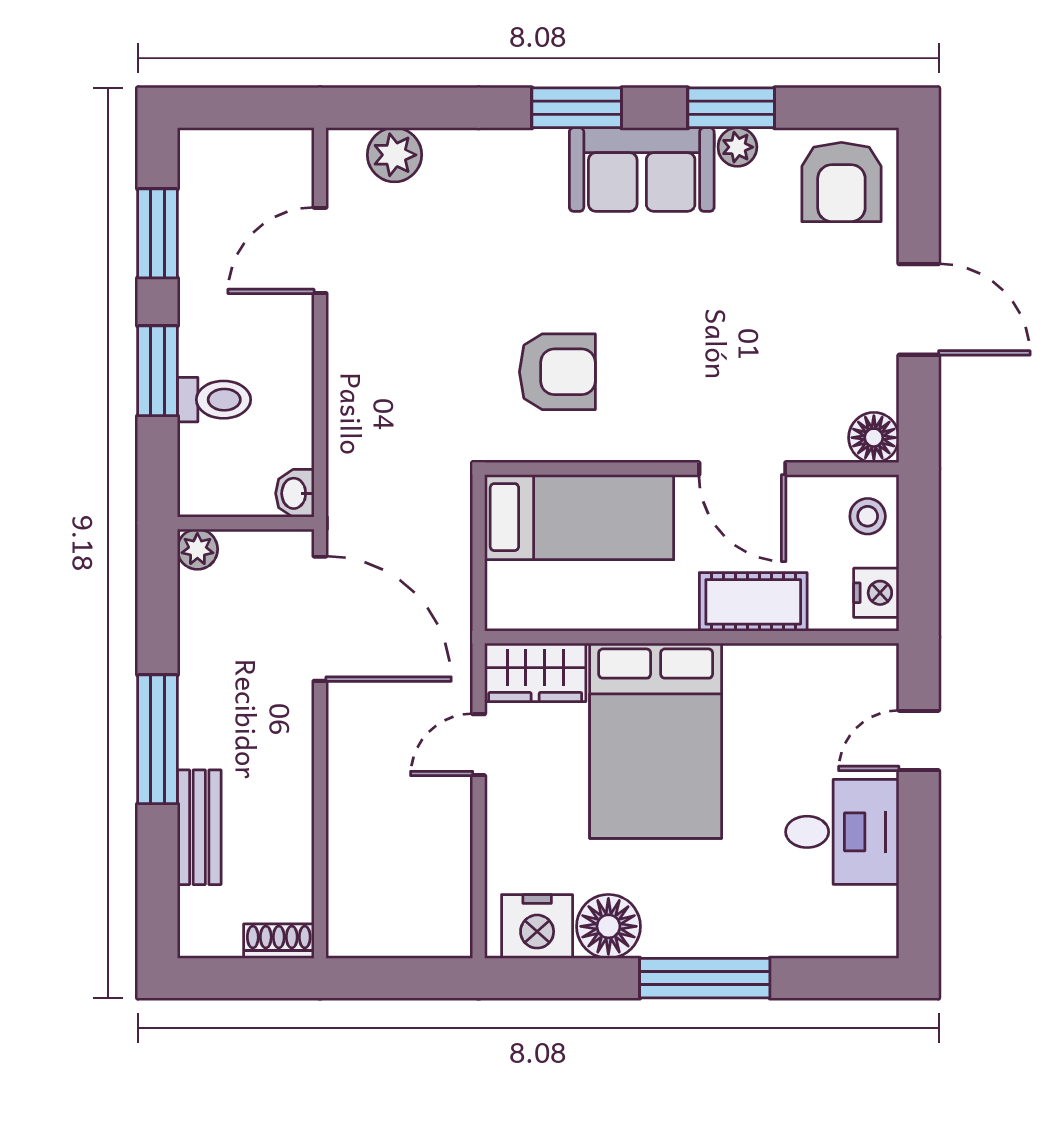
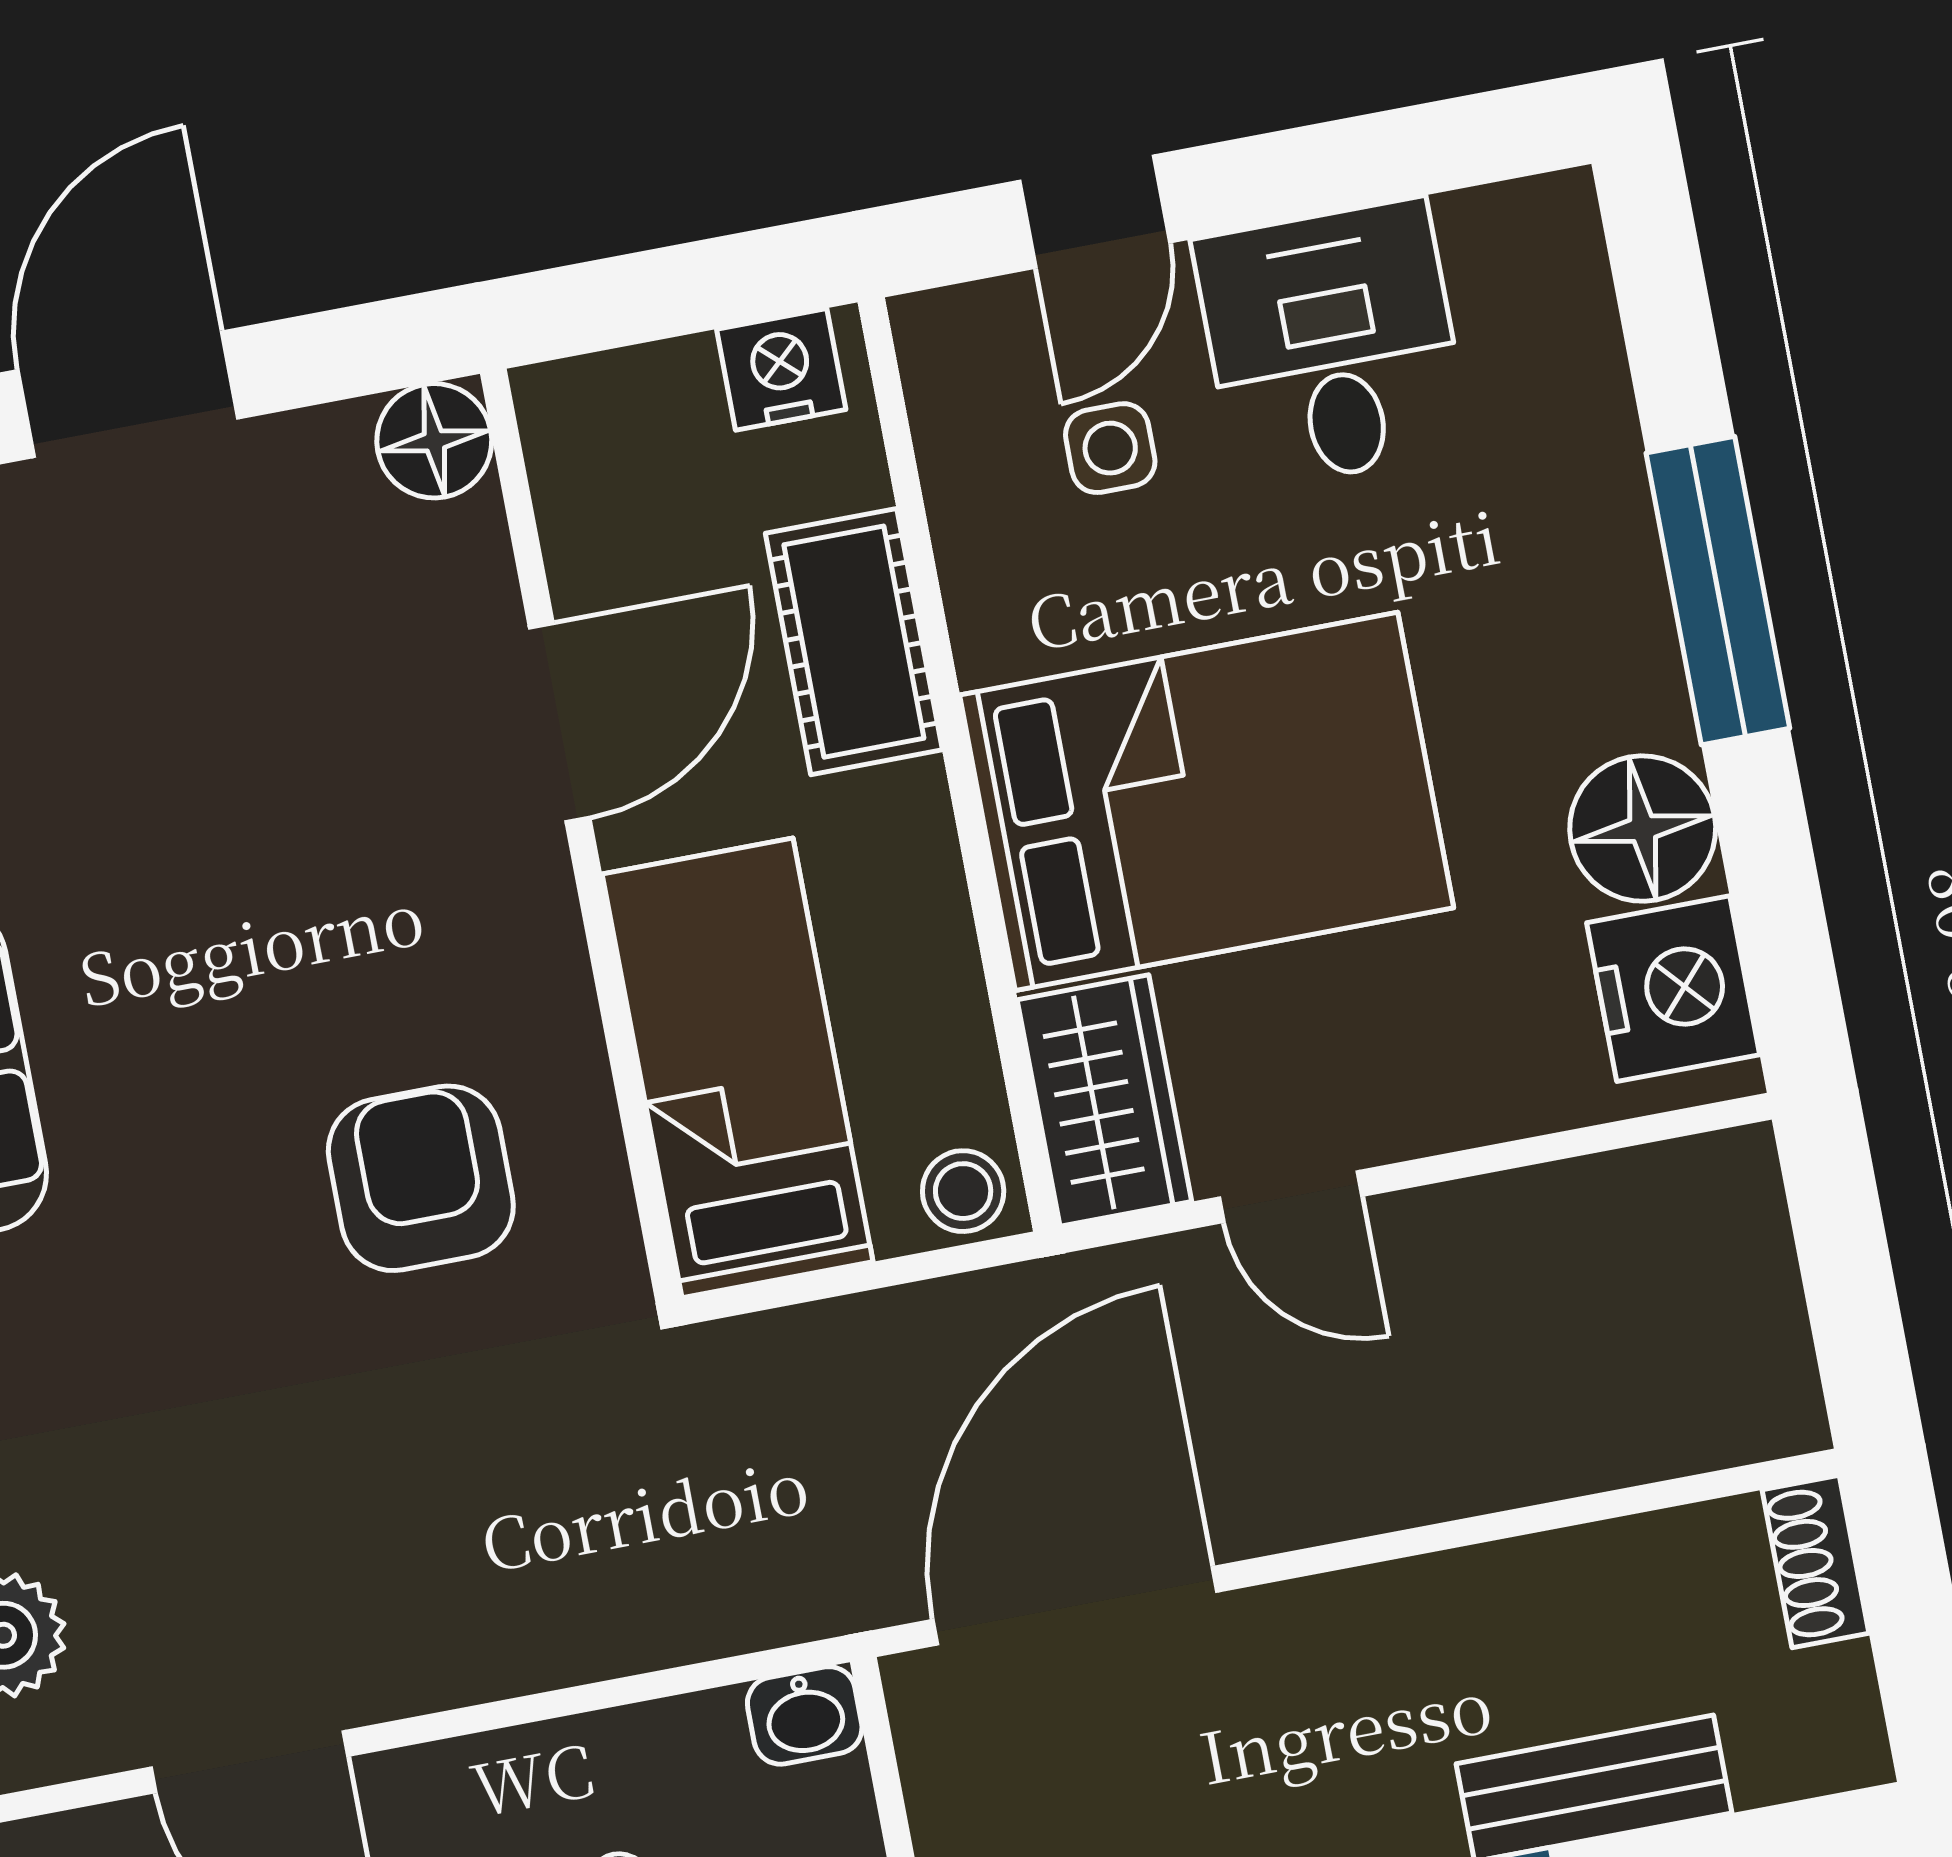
stool: (868, 516) -> (963, 1191), moved
side table: (816, 728) -> (1110, 448), added
door: (919, 741) -> (1095, 212), hinge flipped

